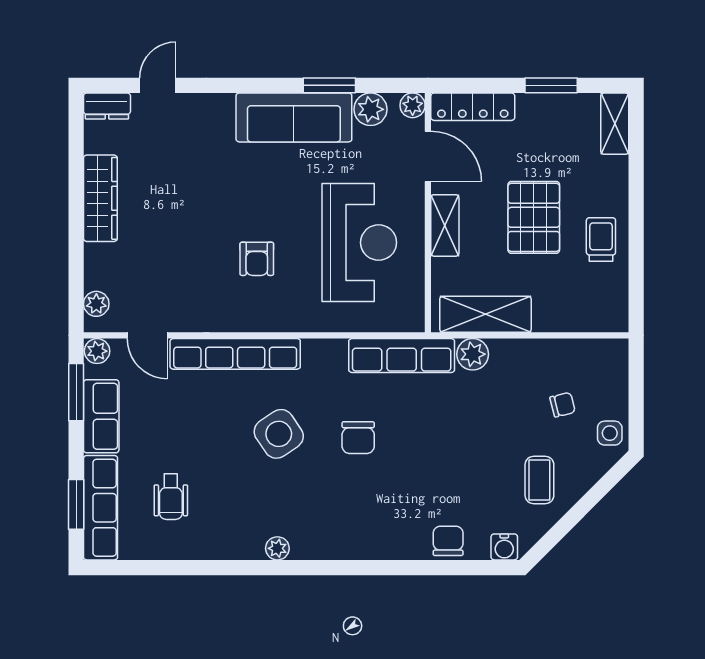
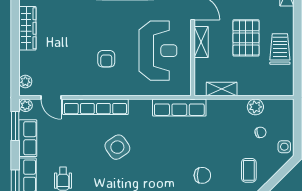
trolley: (601, 239) -> (280, 49), width x1.36, depth x1.39
shelving: (485, 314) -> (222, 89), width x0.67, depth x0.75
plant: (473, 354) -> (255, 107), moved
chair: (358, 438) -> (202, 175), moved, turned -90

